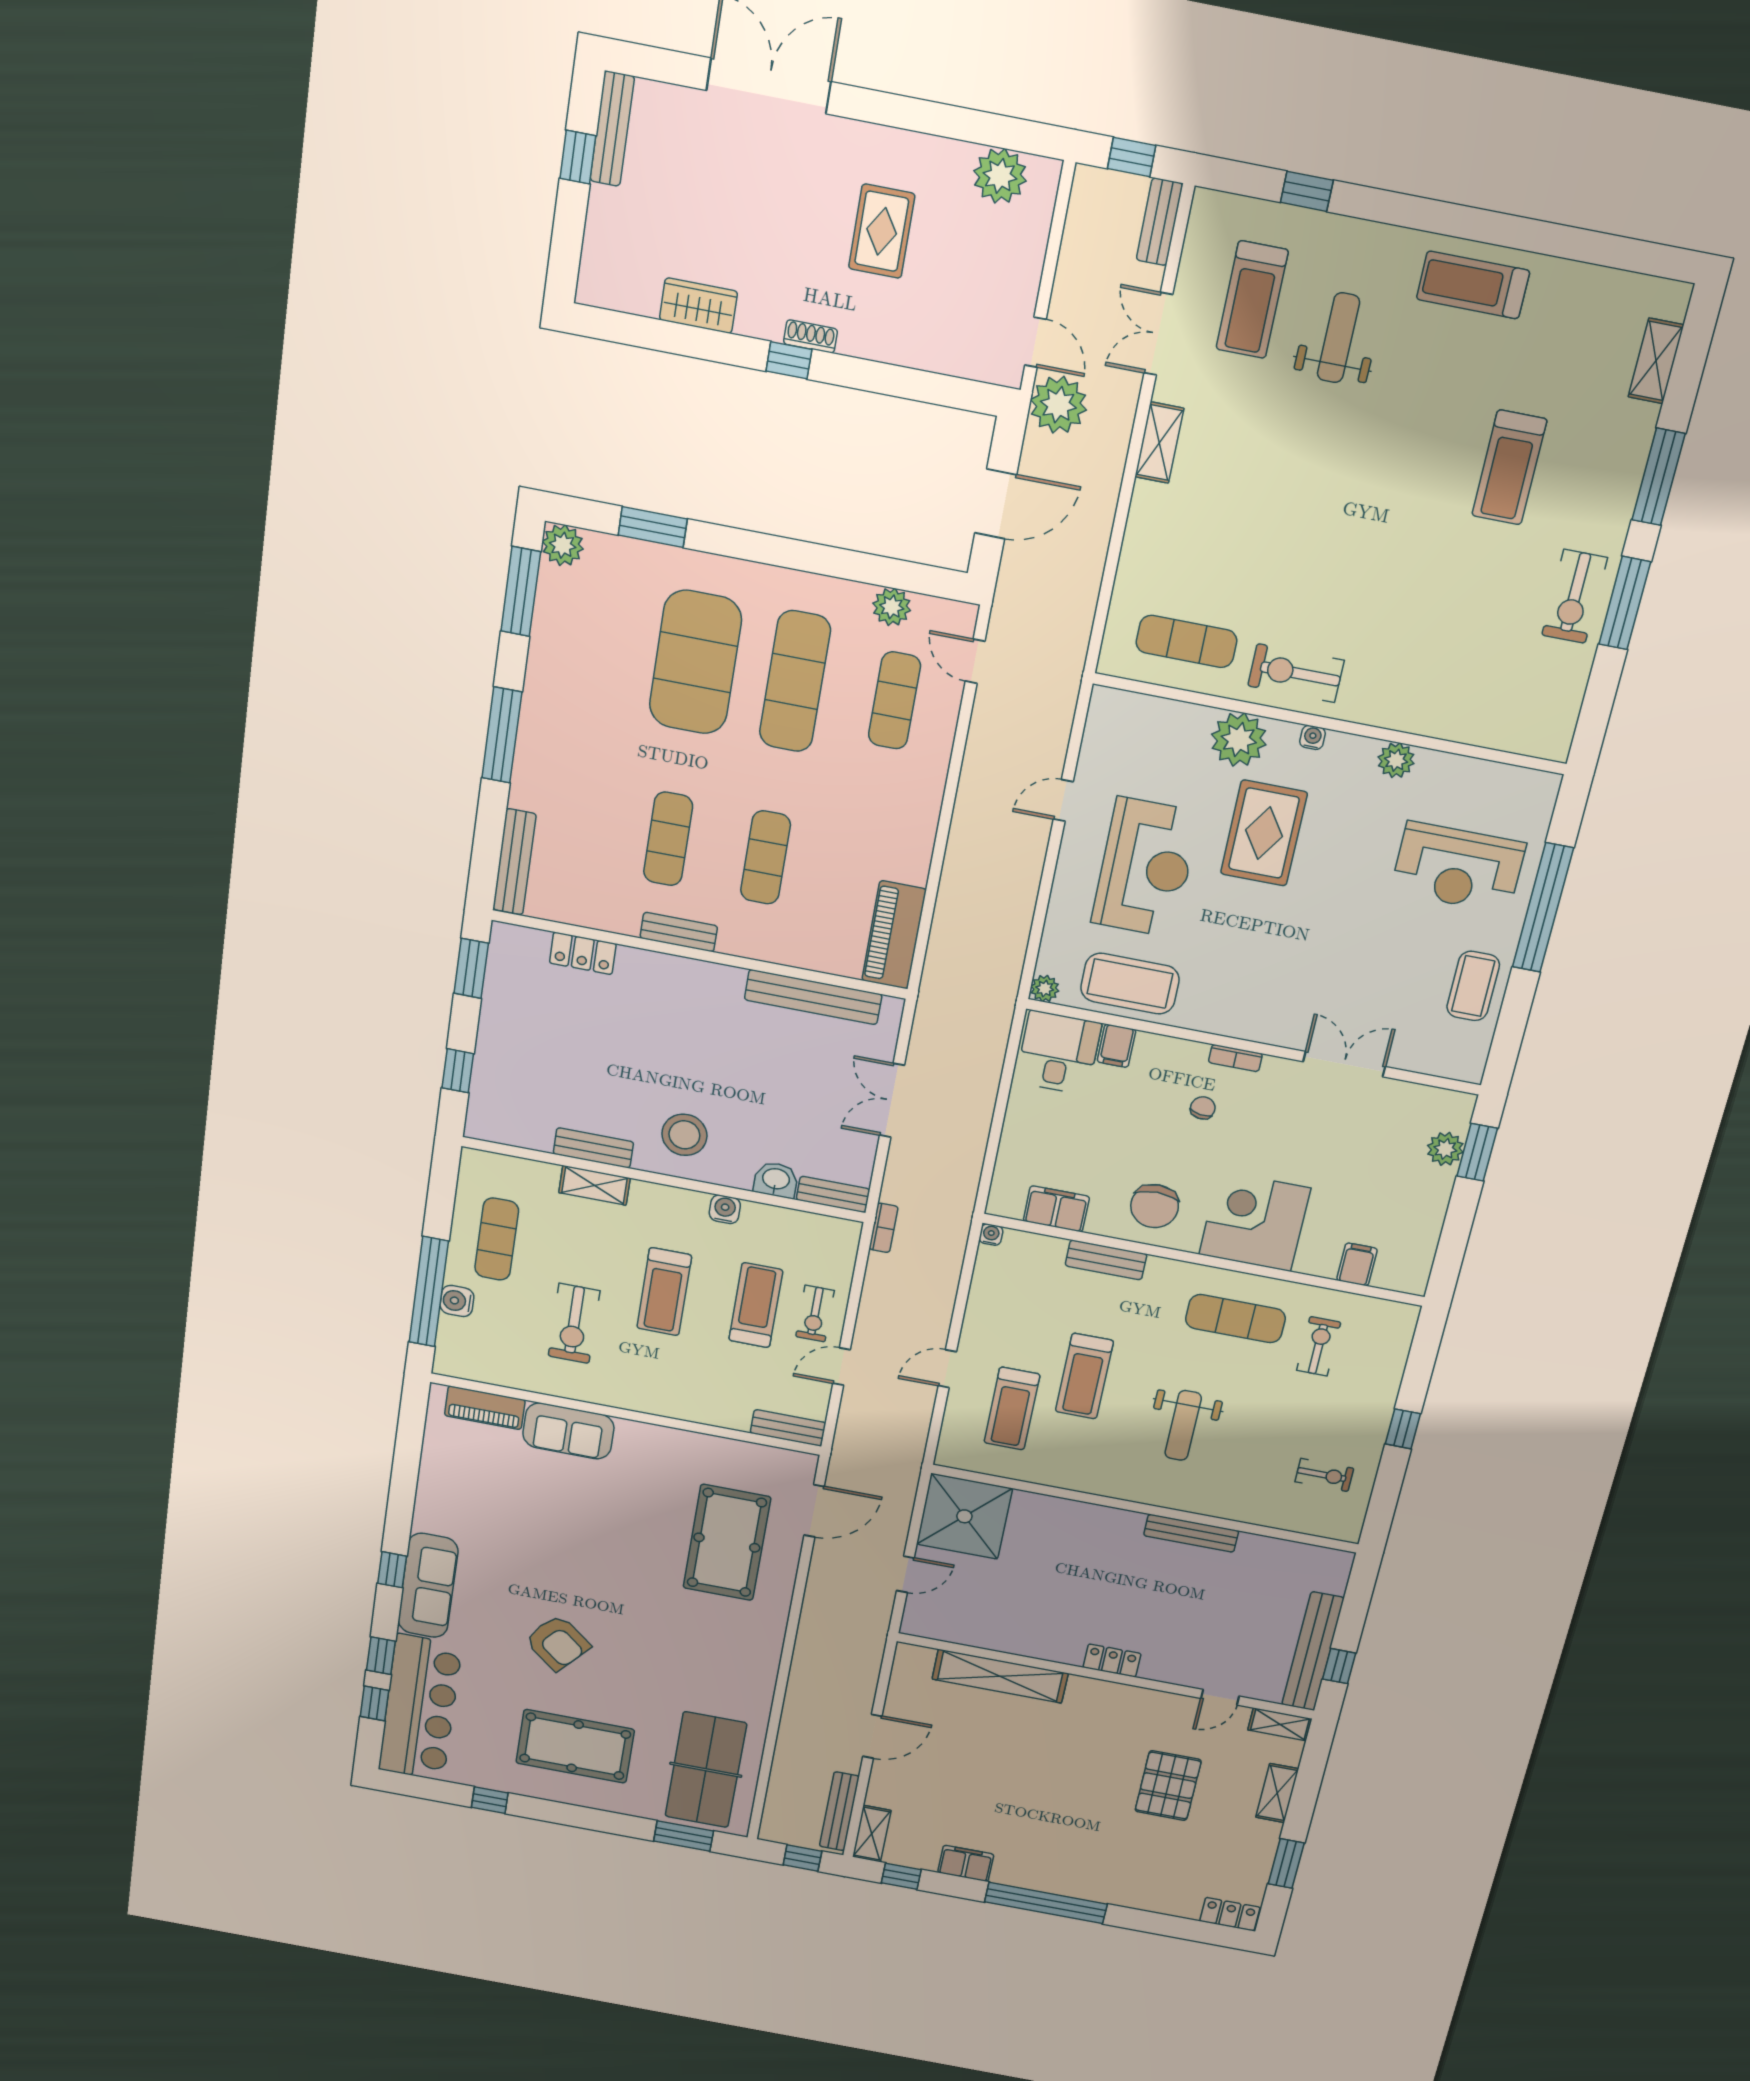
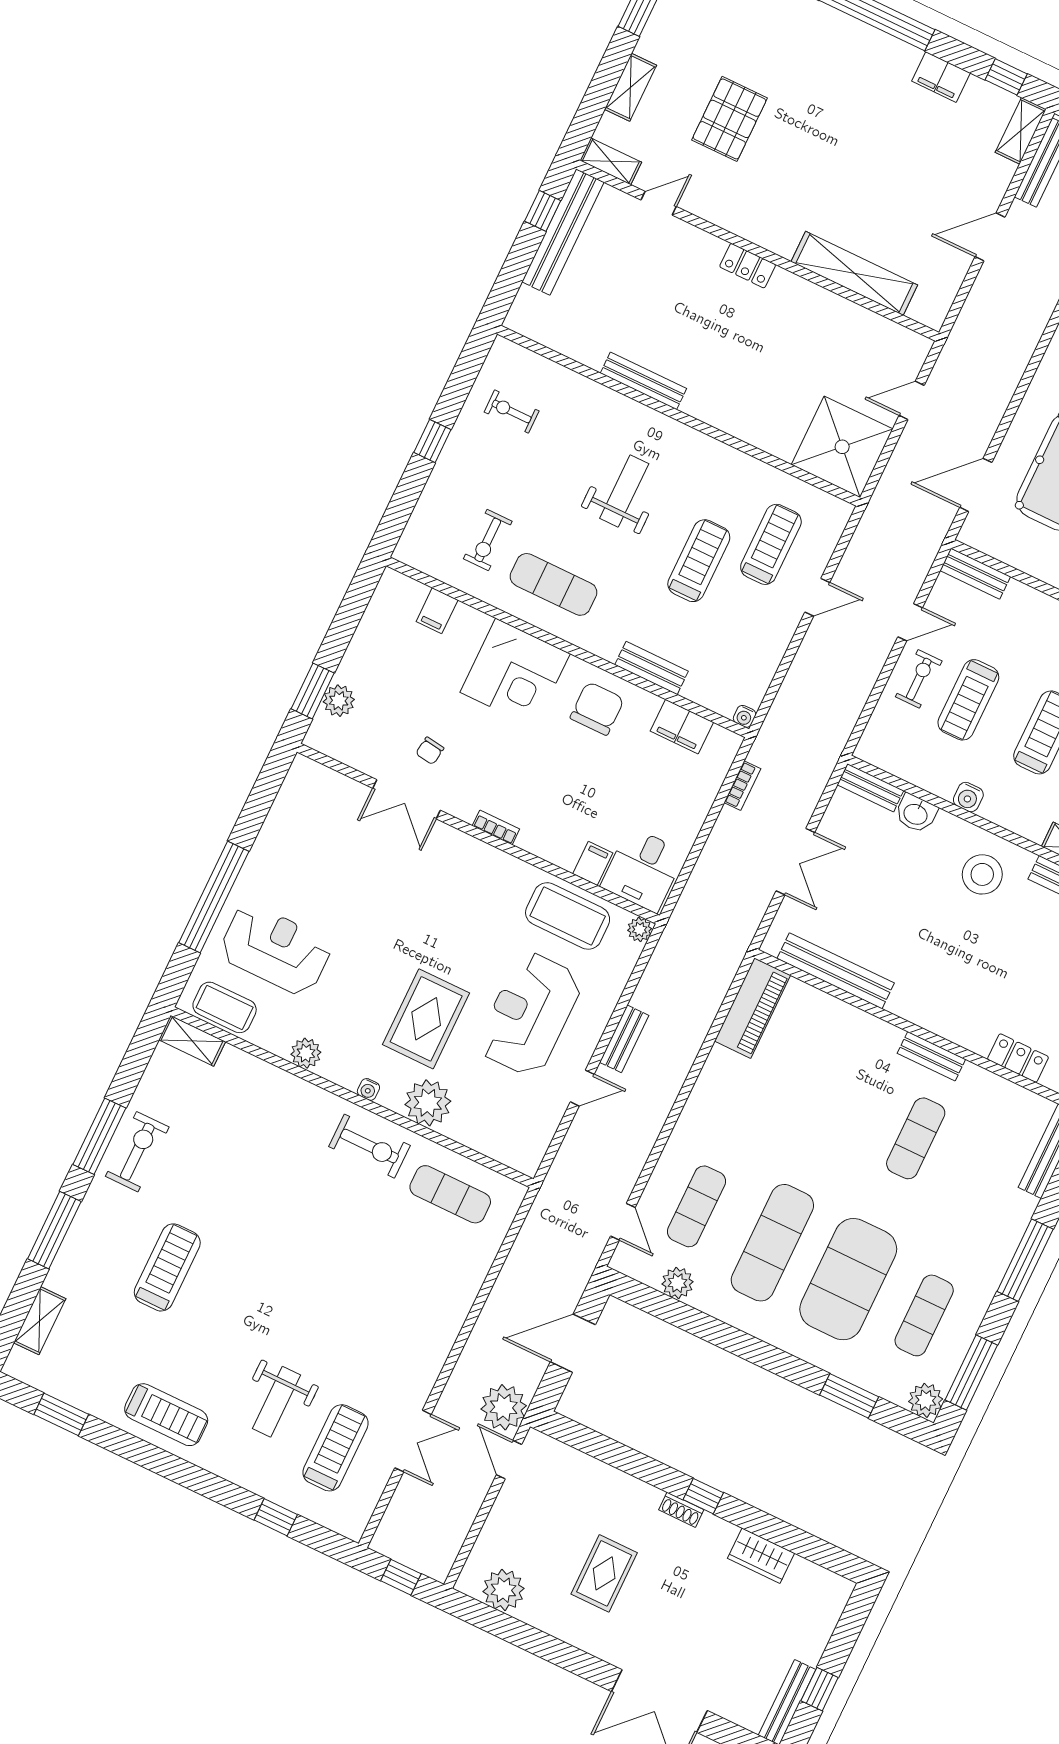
bench: (1160, 222) -> (624, 1039), moved
window: (1606, 250) -> (61, 1414), added
shelving: (1159, 443) -> (192, 1041), moved, turned 90
exercise mat: (766, 857) -> (924, 1315), moved
coffee table: (1473, 986) -> (225, 1007), moved, turned 90
chair: (1203, 1108) -> (430, 751), moved
bookcase: (883, 1228) -> (742, 786), moved, turned 180

